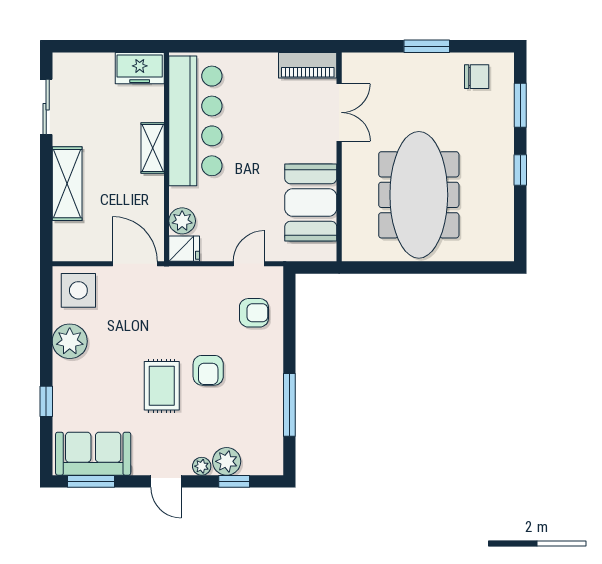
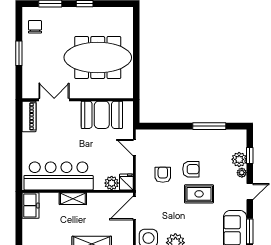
armchair: (254, 313) -> (163, 175), moved

